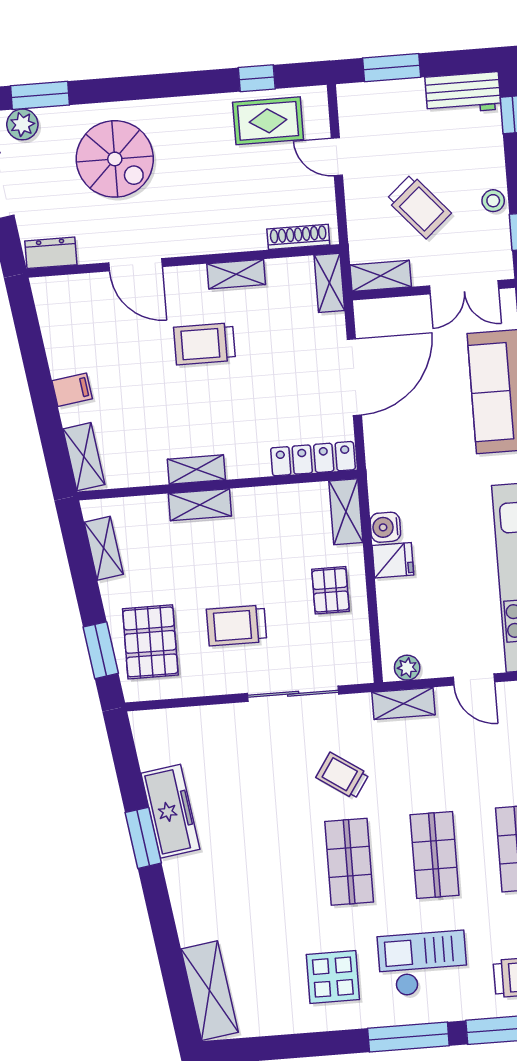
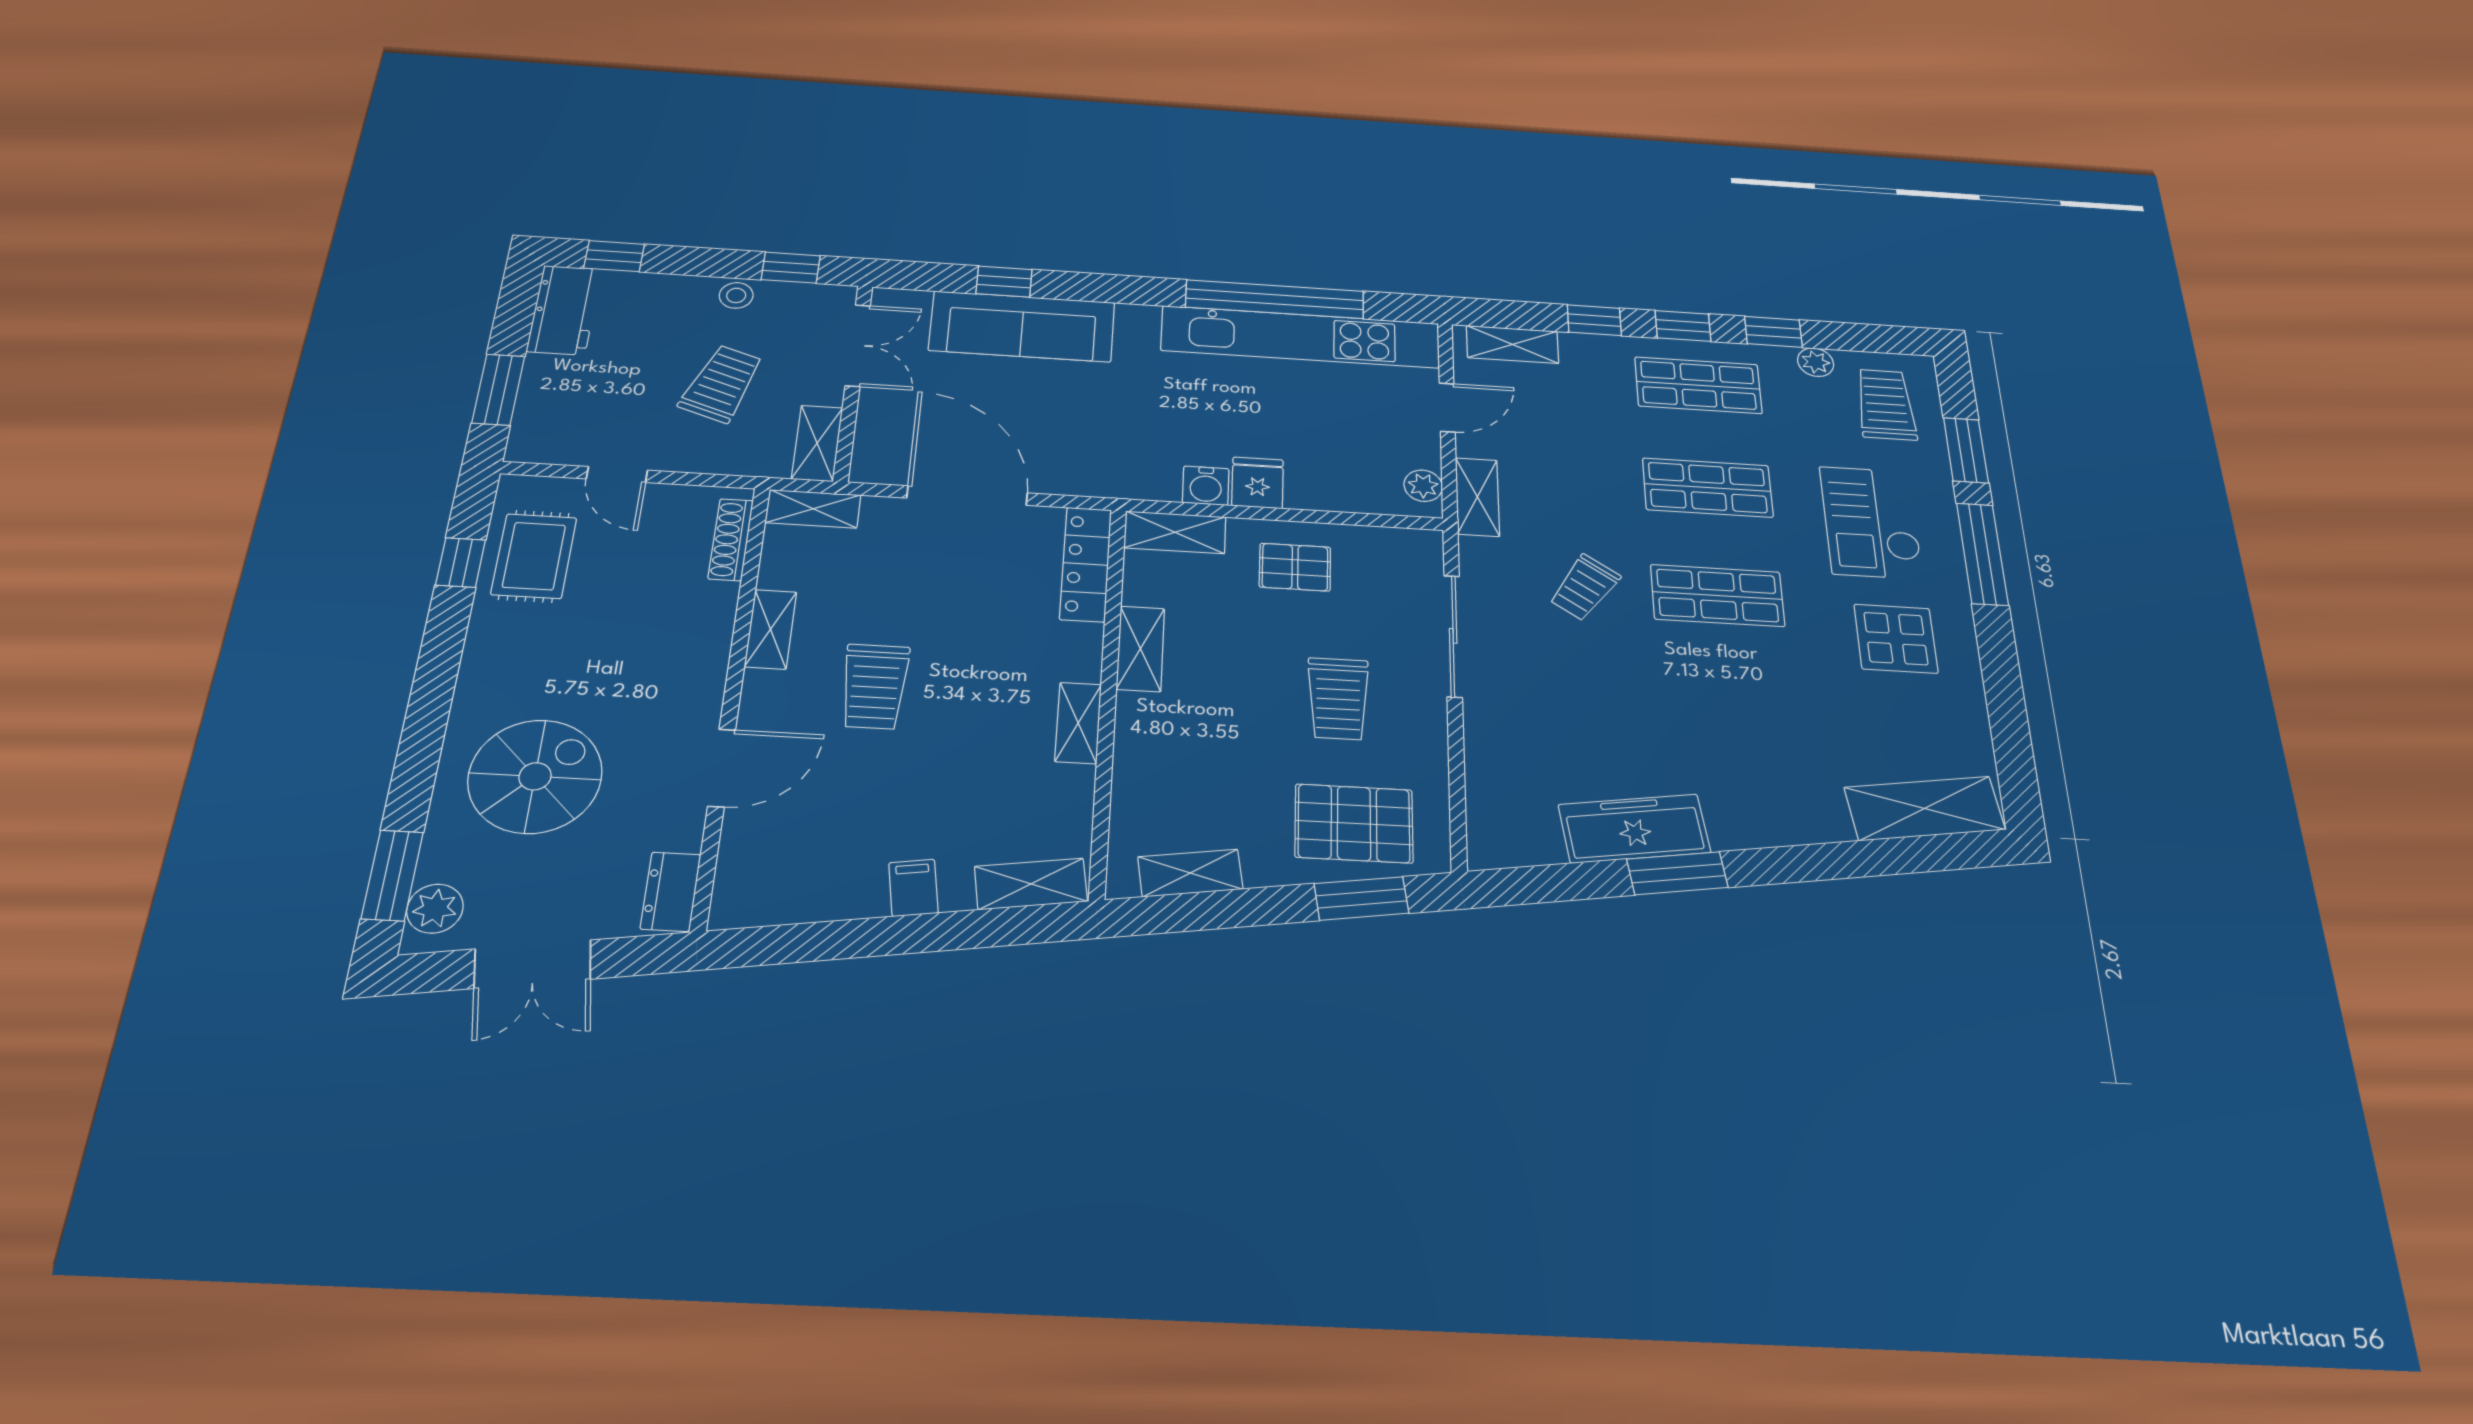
door: (337, 157) -> (617, 475), hinge flipped
trolley: (419, 206) -> (722, 384), turned -30
shelving: (200, 505) -> (1140, 649), moved

